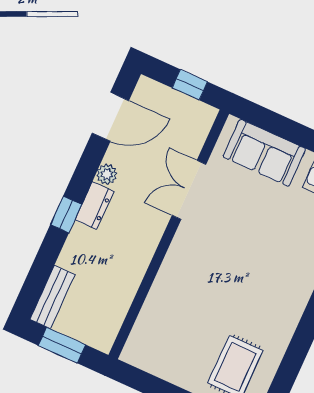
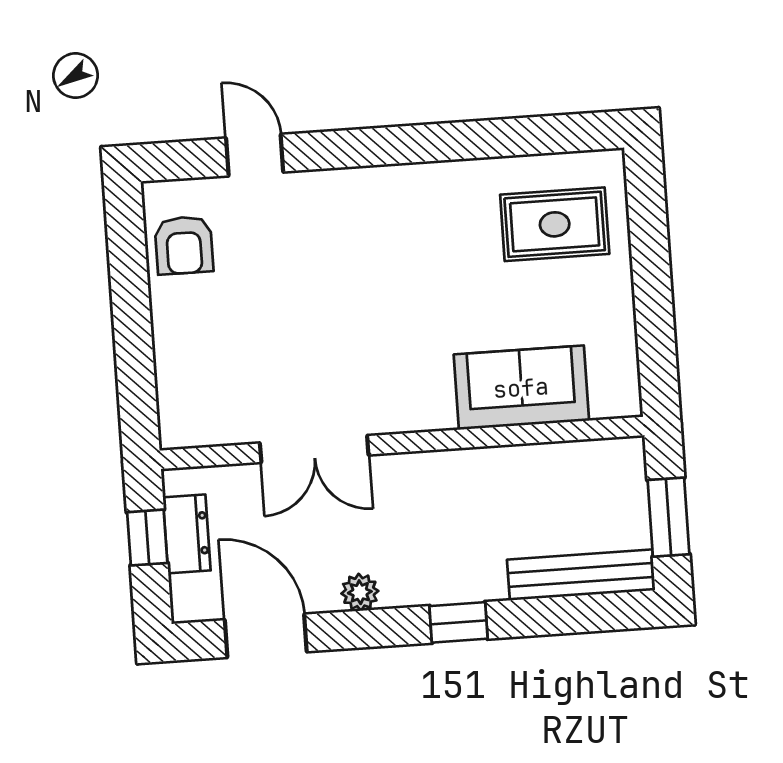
sofa: (264, 153) -> (521, 388), moved, turned -90
dresser: (94, 205) -> (187, 534), moved, turned 90
bench: (52, 297) -> (581, 575), width x1.36

